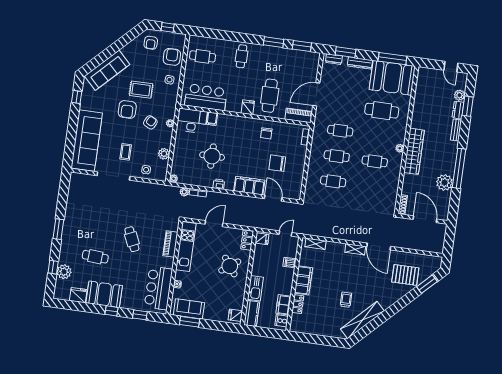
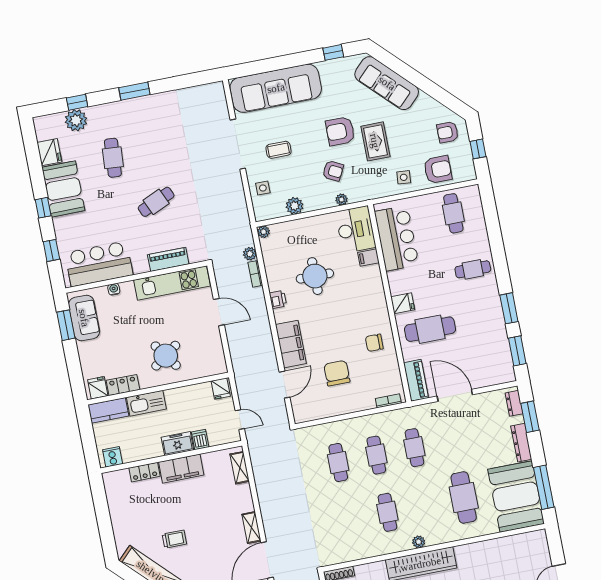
locker: (247, 240) -> (123, 385), moved
freezer: (283, 305) -> (177, 444), moved

